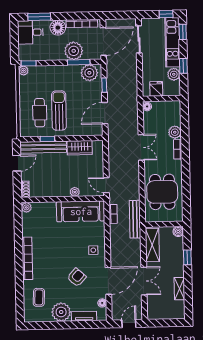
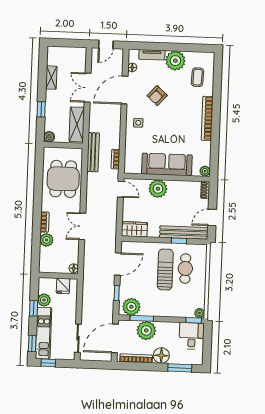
desk: (30, 32) -> (192, 336), moved, turned -90
sun lounger: (59, 111) -> (165, 270), turned 180
wardrobe: (80, 148) -> (134, 229), moved
plant: (75, 192) -> (158, 189), width x1.88, depth x1.88
sofa: (81, 211) -> (167, 164), moved

